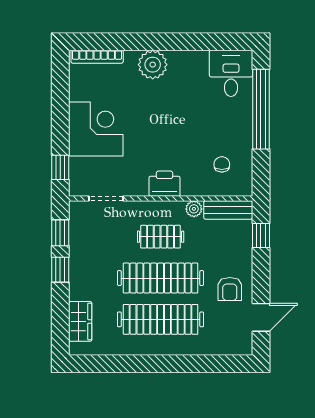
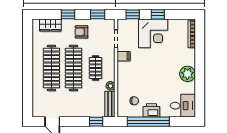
plant: (153, 65) -> (187, 74), moved
window: (261, 109) -> (148, 122), moved
window: (60, 120) -> (158, 14), added
filing cabinet: (138, 184) -> (124, 56), added
printer: (165, 184) -> (151, 110), moved, turned -90
window: (60, 270) -> (68, 14), moved
armchair: (230, 289) -> (81, 32), moved

